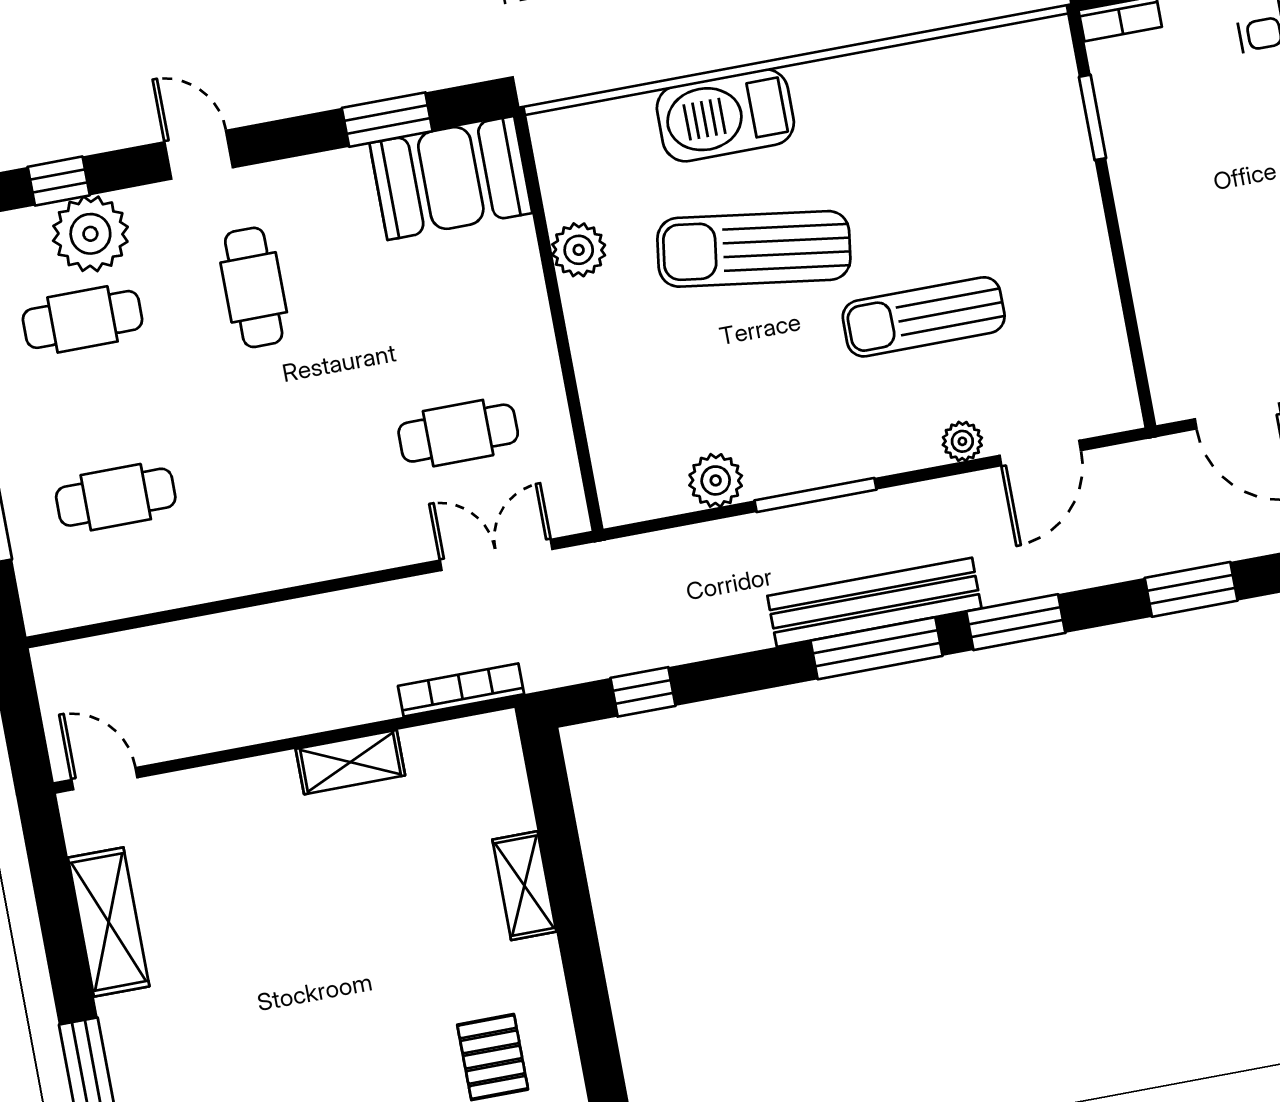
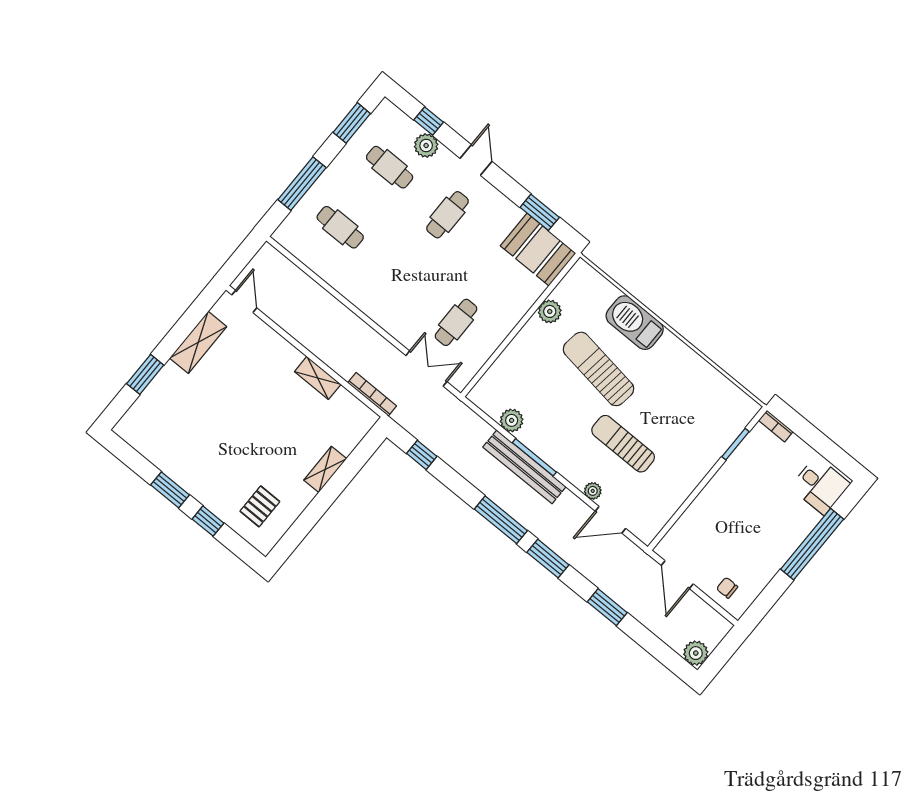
plant: (90, 234) -> (426, 145), width x0.73, depth x0.73
cafe table: (458, 433) -> (456, 322), turned 90
bench: (874, 602) -> (524, 467), moved

